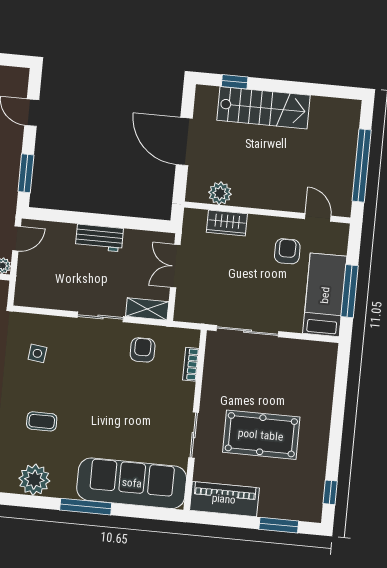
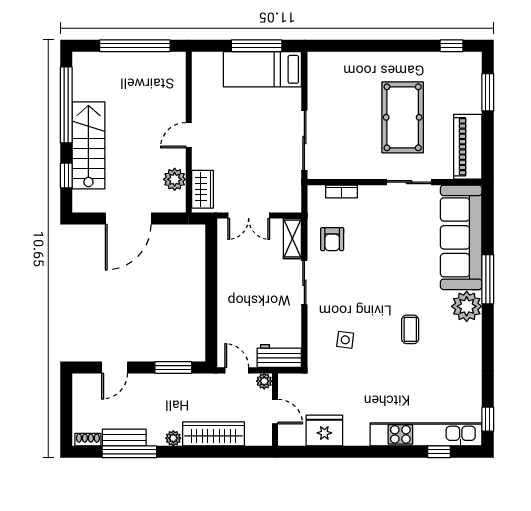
window: (308, 89) -> (66, 105), added
door: (318, 217) -> (189, 135), moved
wardrobe: (227, 223) -> (203, 189), moved
workbench: (99, 238) -> (279, 356), moved, turned -90
armchair: (287, 251) -> (224, 109), removed
armchair: (143, 350) -> (332, 239), turned -90
plant: (34, 480) -> (467, 306), moved

